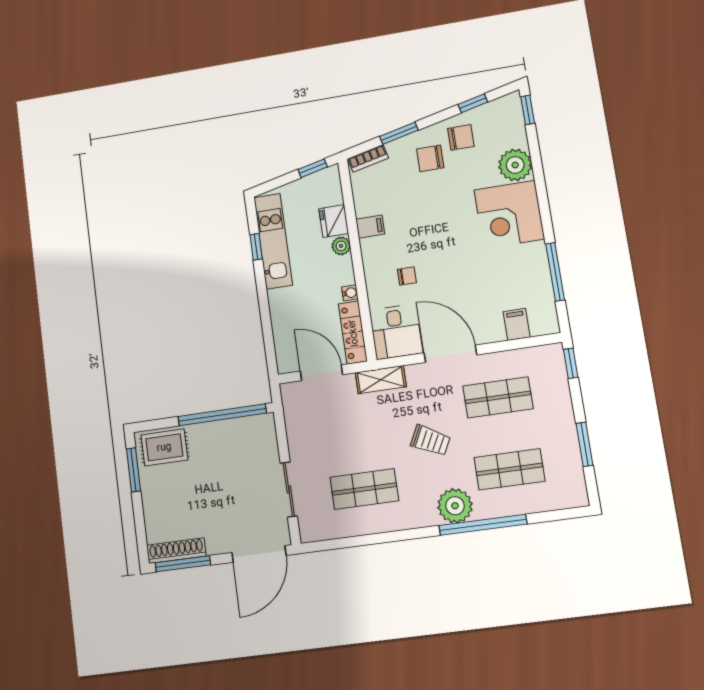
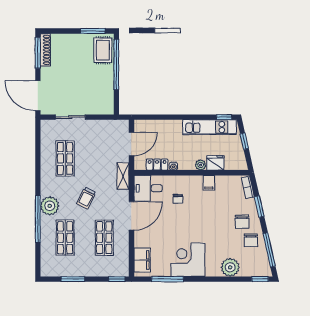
window: (473, 103) -> (269, 250), width x2.17
chair: (430, 158) -> (242, 222), turned 180
window: (313, 168) -> (244, 141), moved
corner desk: (509, 214) -> (188, 260), moved
window: (256, 247) -> (224, 117), moved
filing cabinet: (517, 324) -> (142, 260), width x2.00
locker: (353, 333) -> (157, 165), width x0.66
window: (222, 415) -> (116, 64), moved

